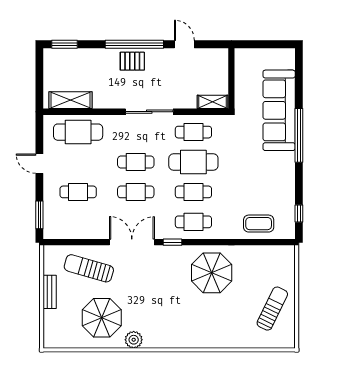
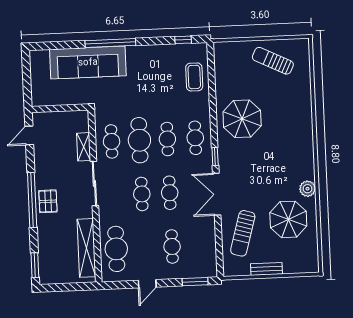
door: (184, 44) -> (29, 135), moved
shelving: (71, 100) -> (86, 248), width x1.47
shelving: (212, 102) -> (84, 147), moved

